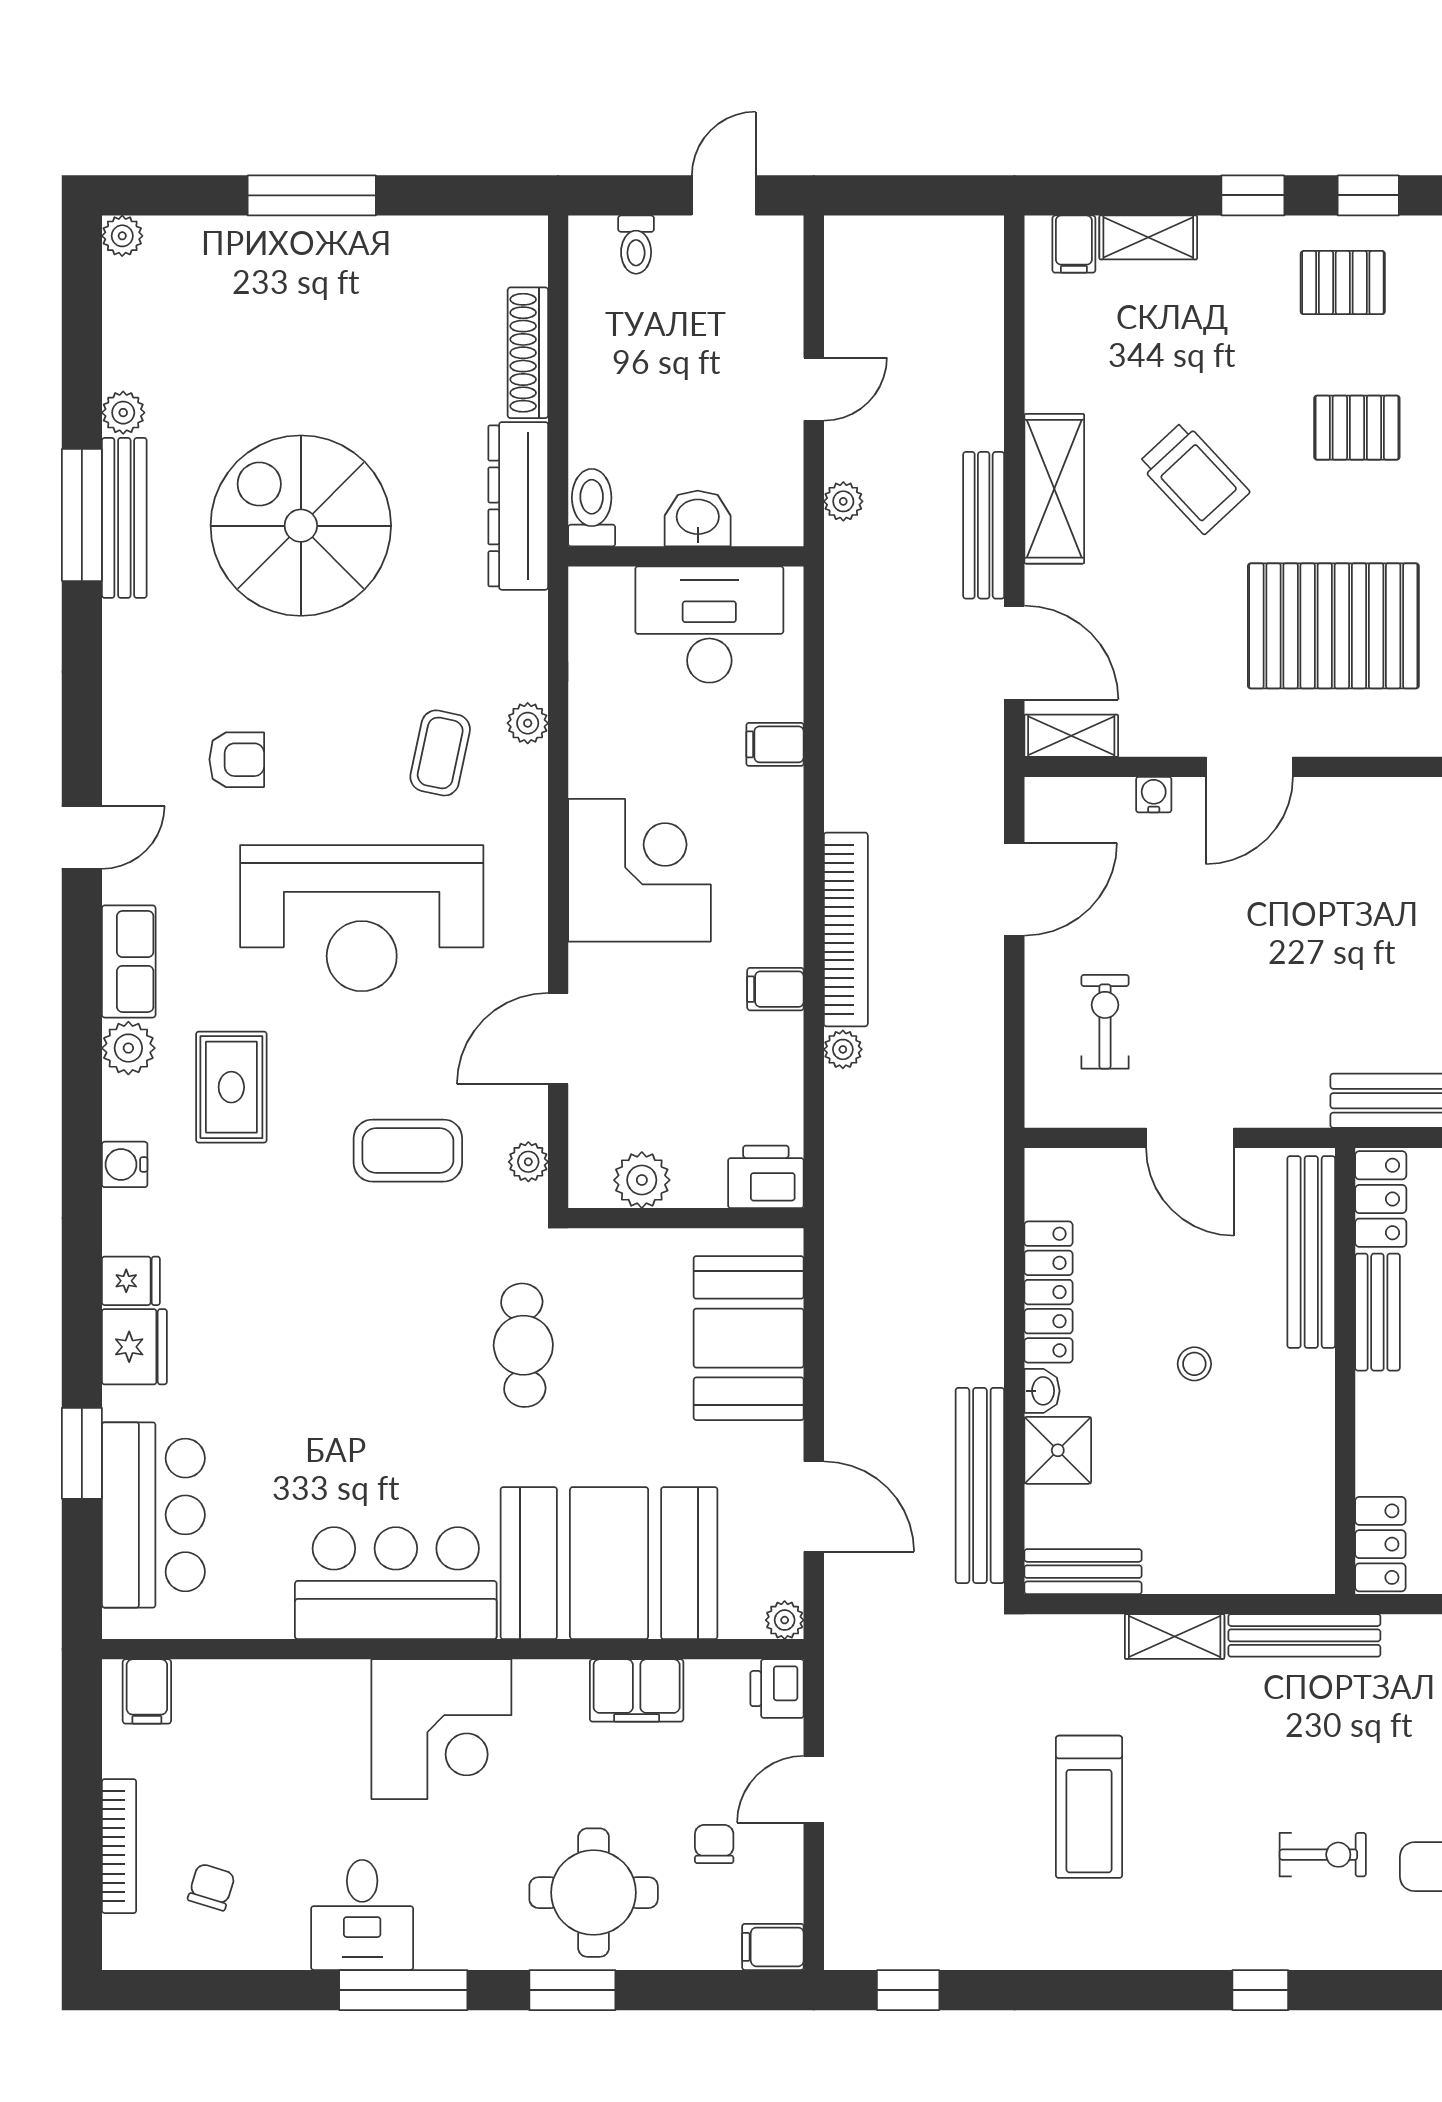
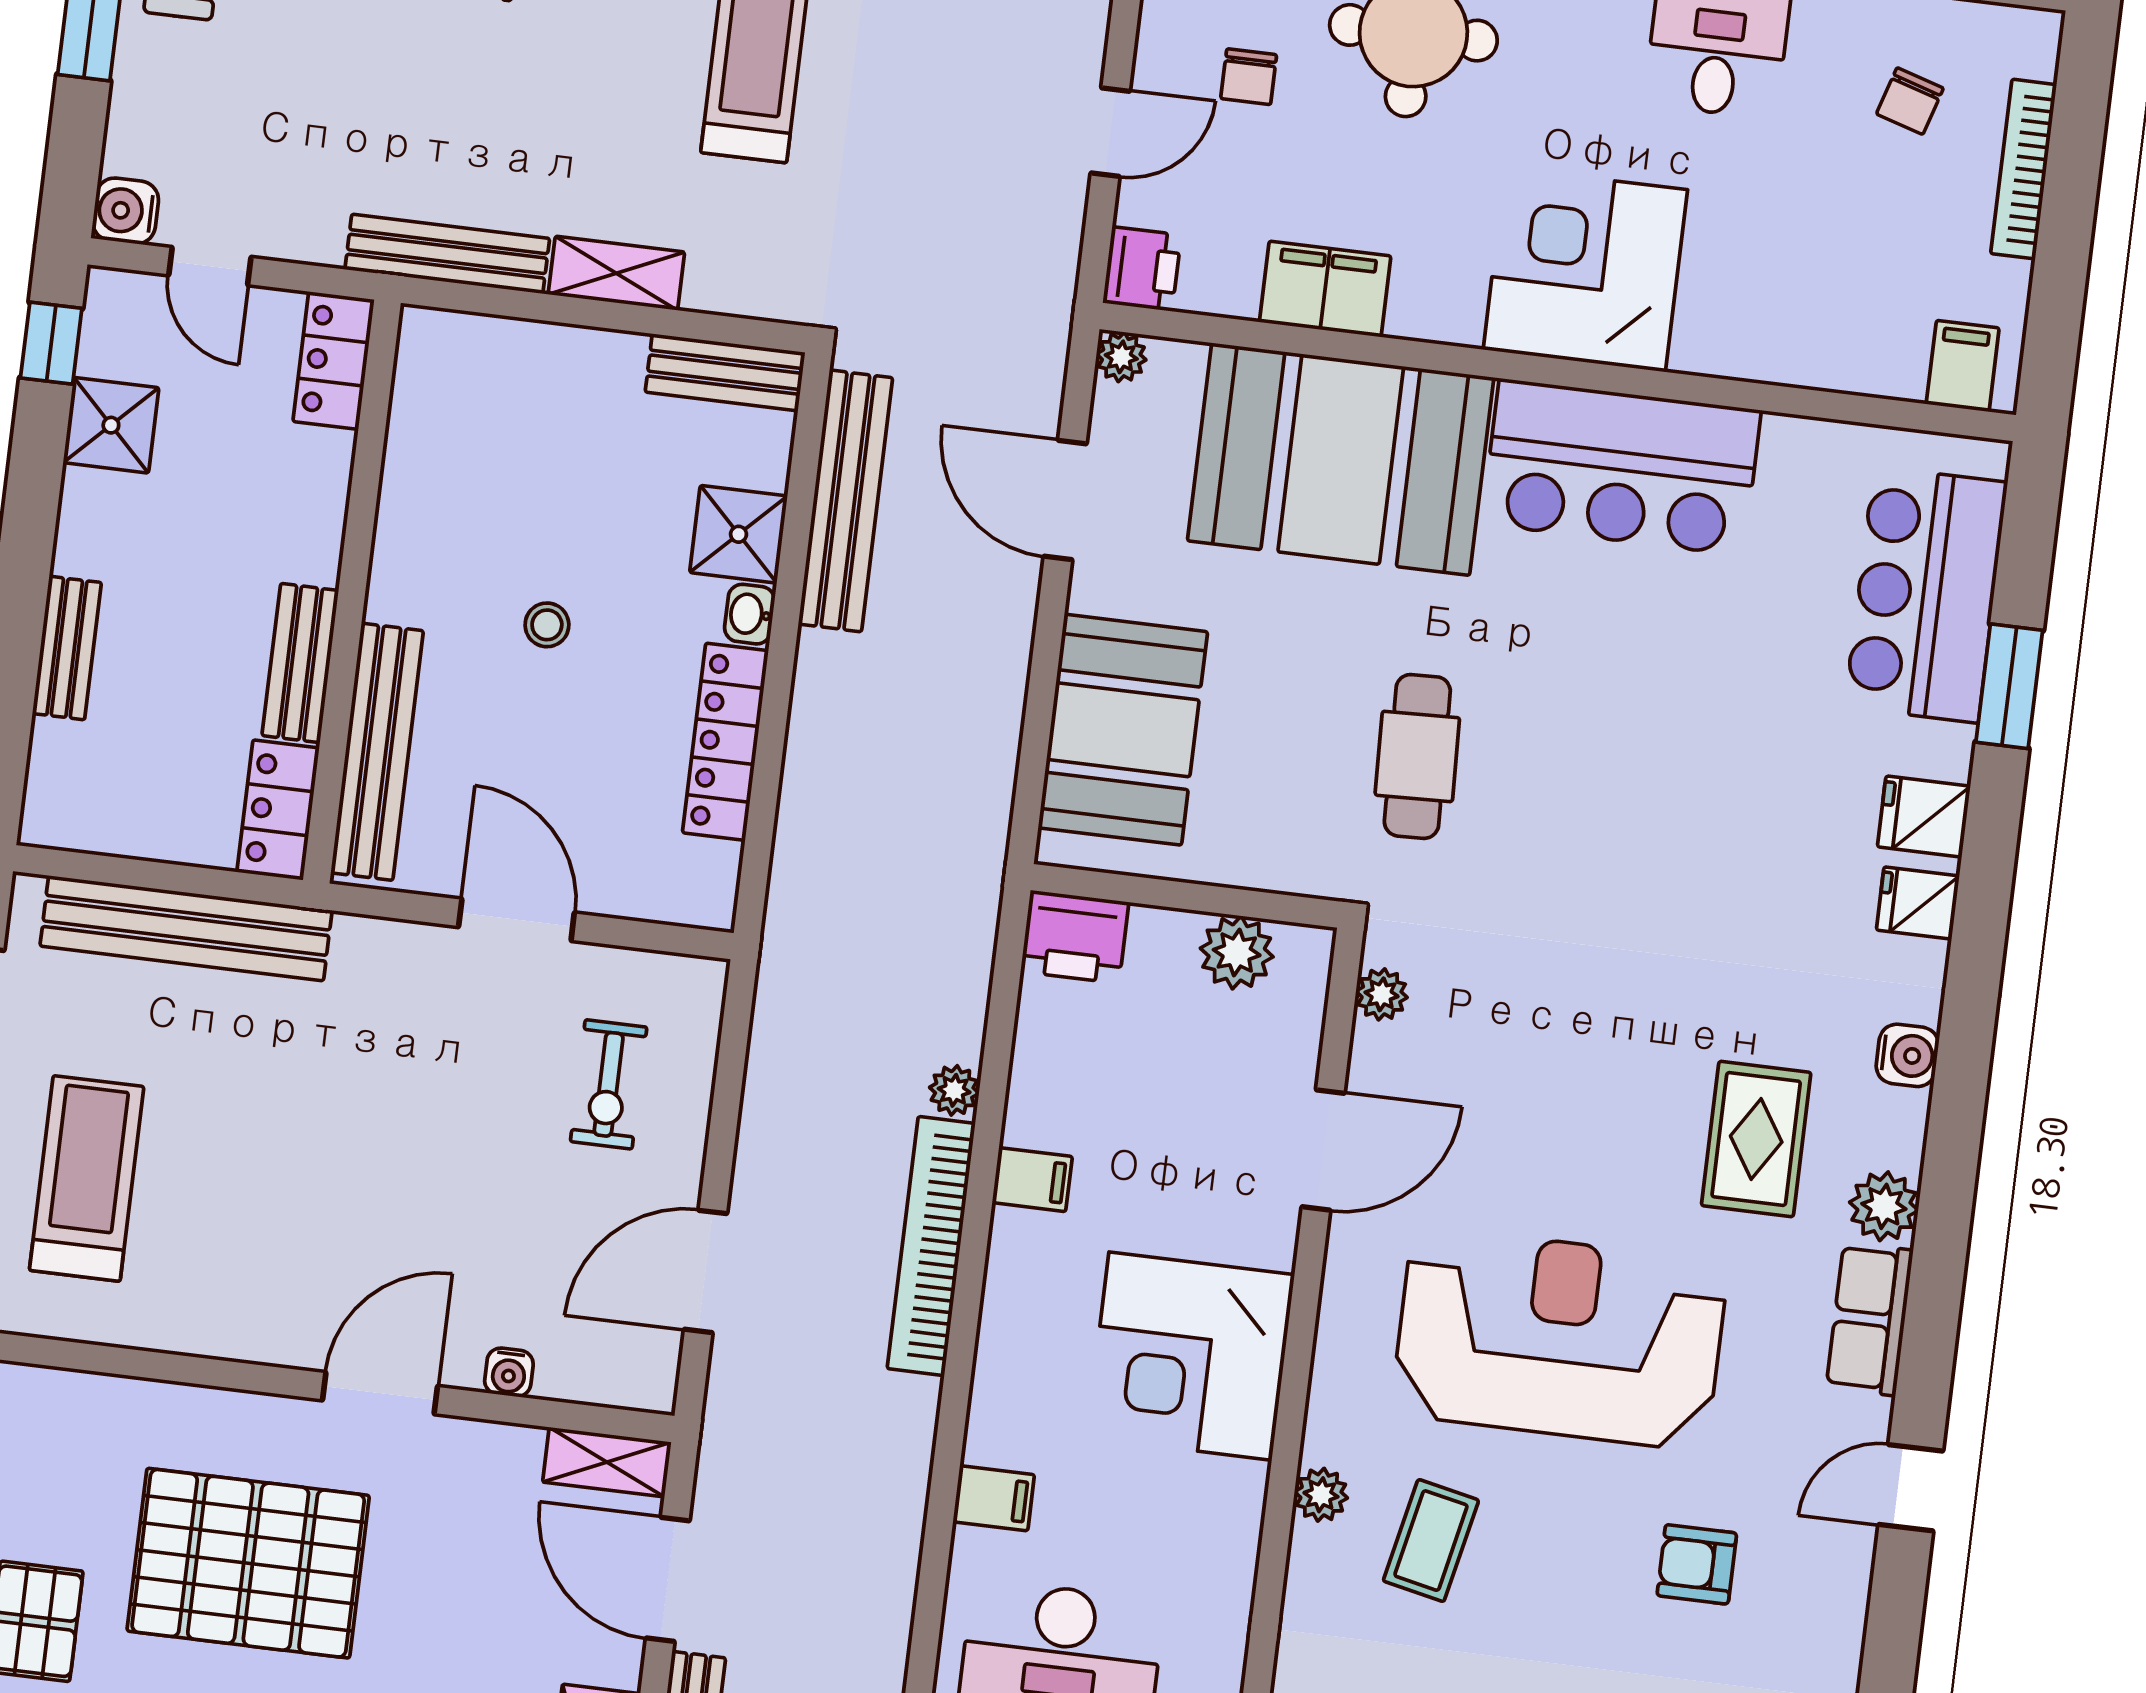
plant: (528, 723) -> (1321, 1495), moved
coffee table: (408, 1151) -> (1536, 1028), removed
fridge: (134, 1347) -> (1924, 817), width x0.72

